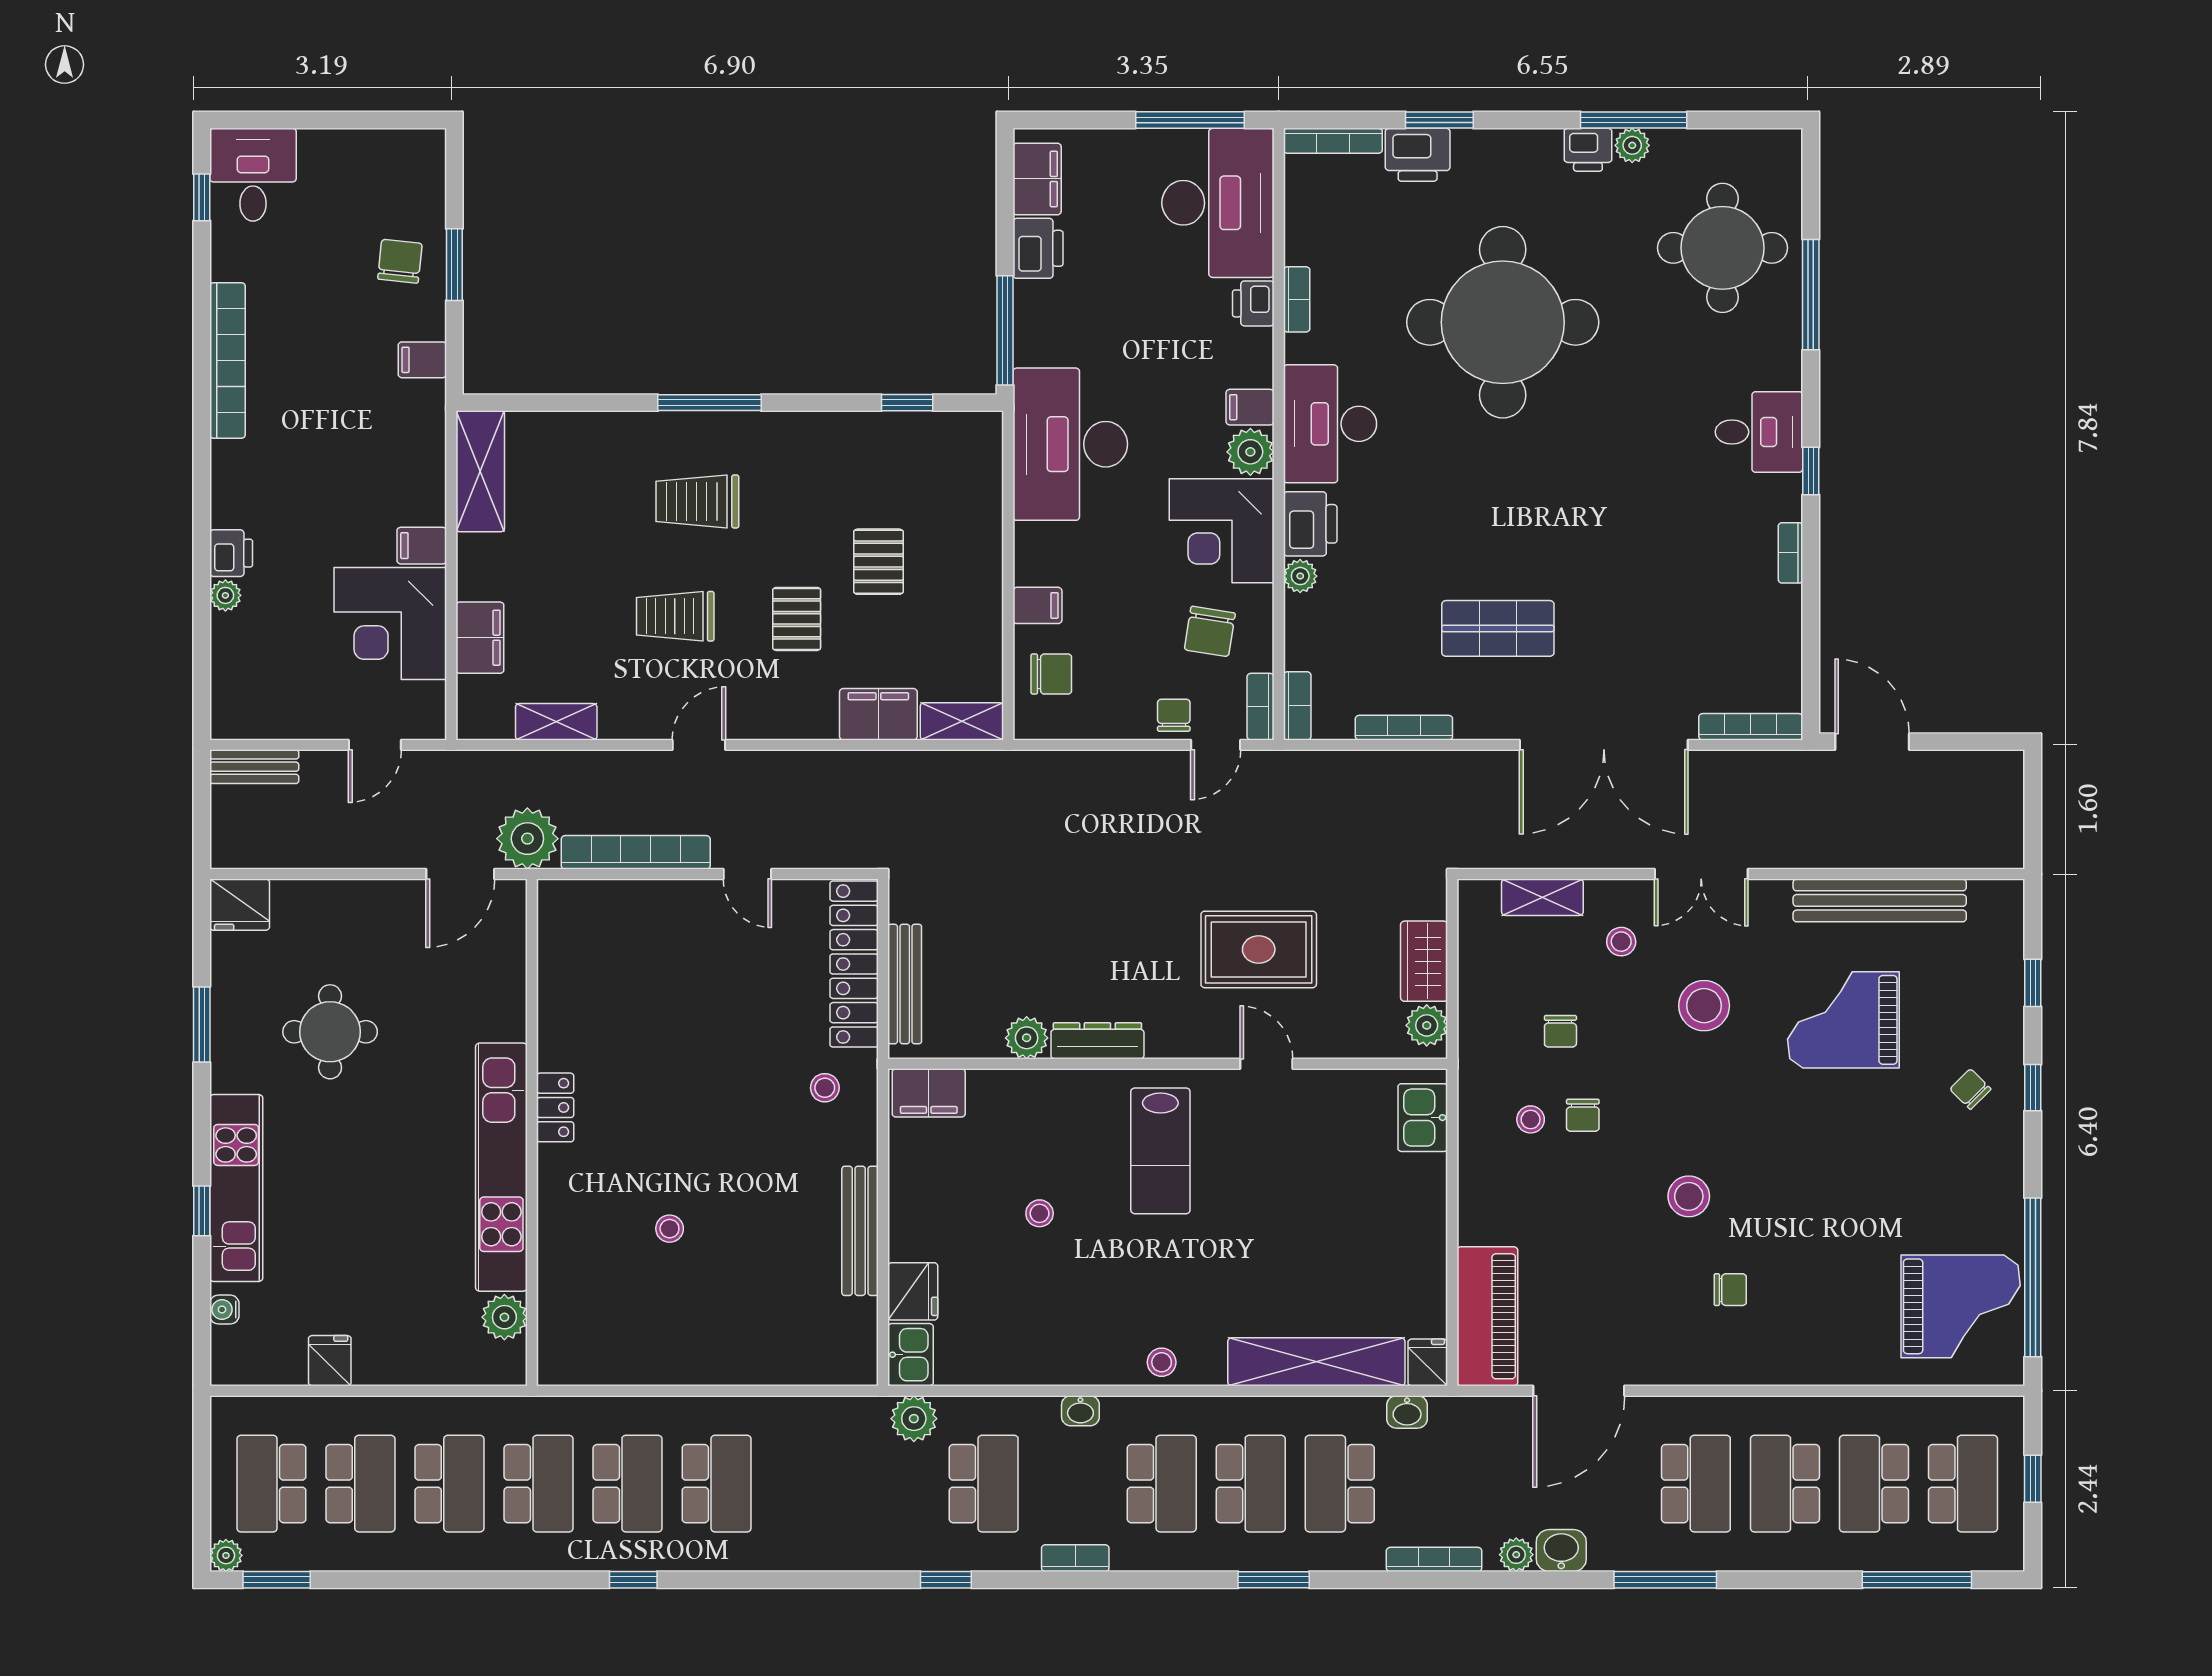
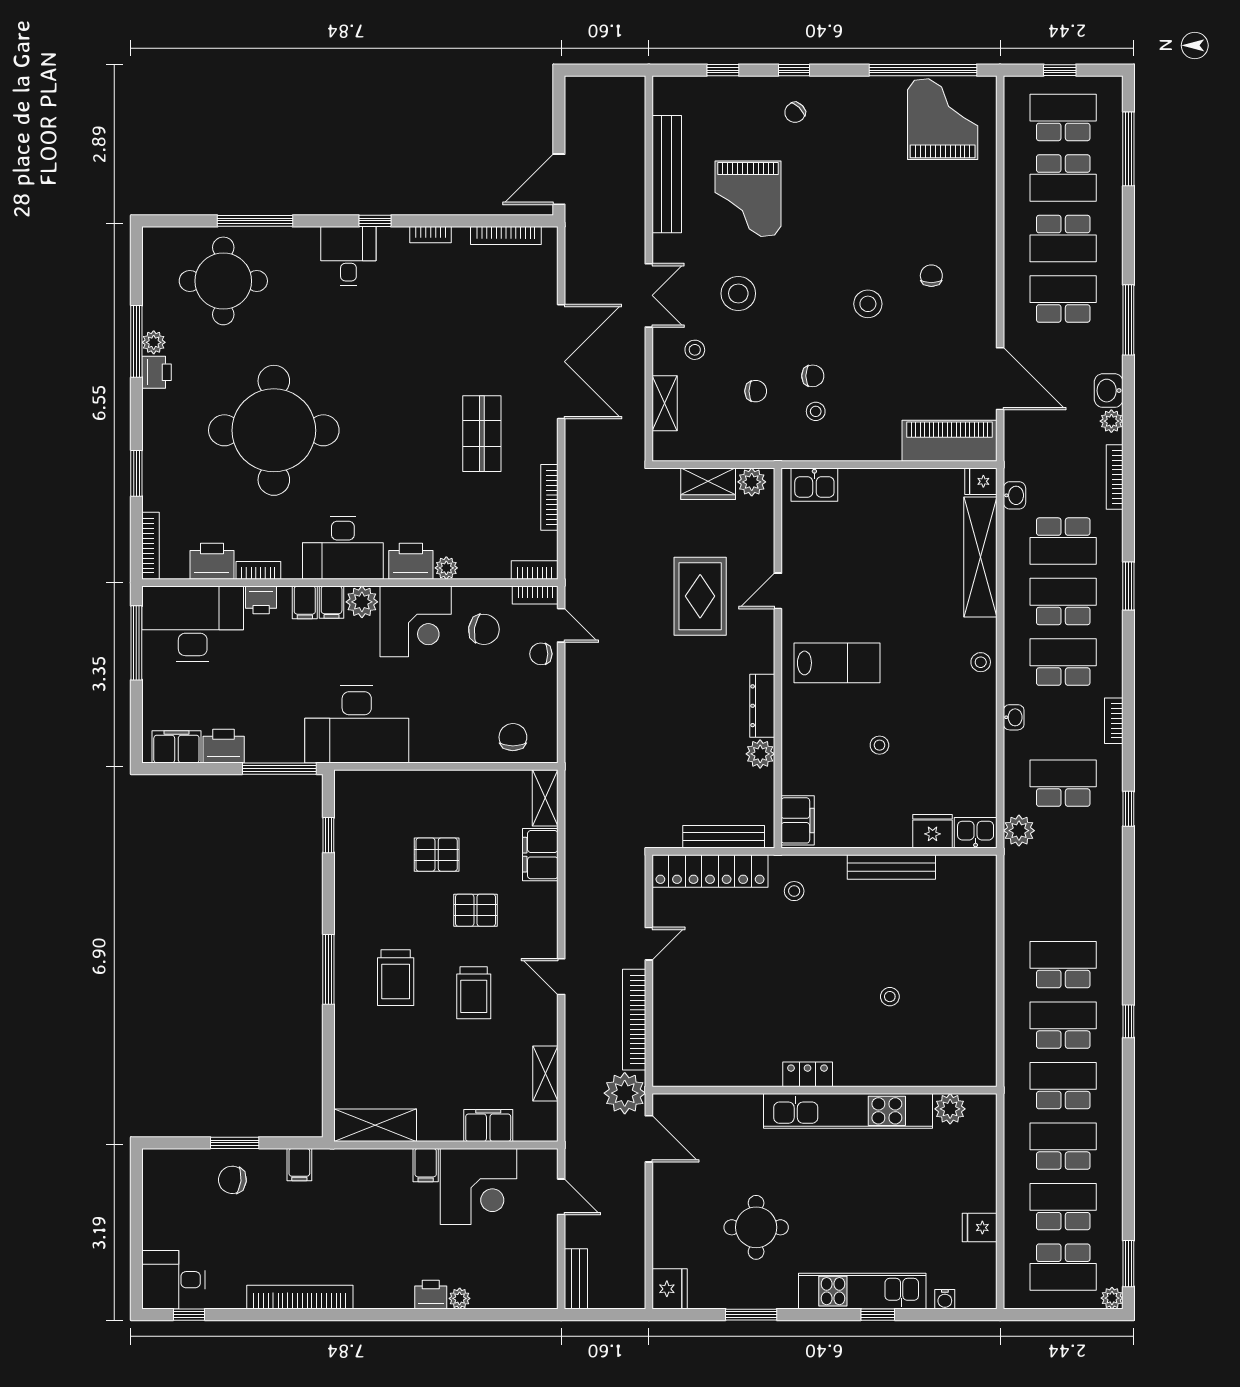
printer: (1418, 155) -> (212, 561), moved, turned -90
filing cabinet: (1037, 605) -> (305, 602), moved, turned 180
bookcase: (1751, 727) -> (506, 235), moved, turned -90

